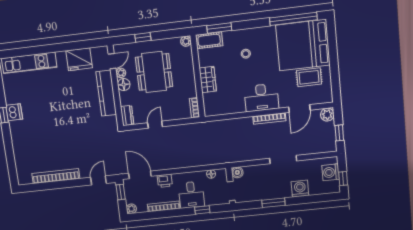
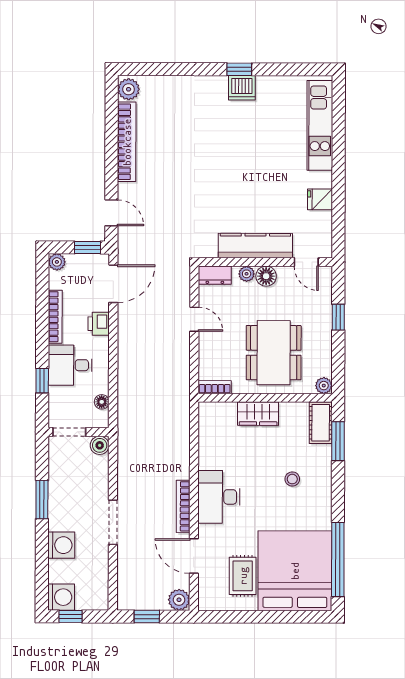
fridge: (79, 59) -> (320, 199), width x0.53, depth x0.75
dining table: (154, 72) -> (274, 353), moved, turned 90
plant: (121, 73) -> (247, 274), moved
washing machine: (331, 172) -> (61, 597), moved, turned 90
plant: (25, 178) -> (129, 89), added

